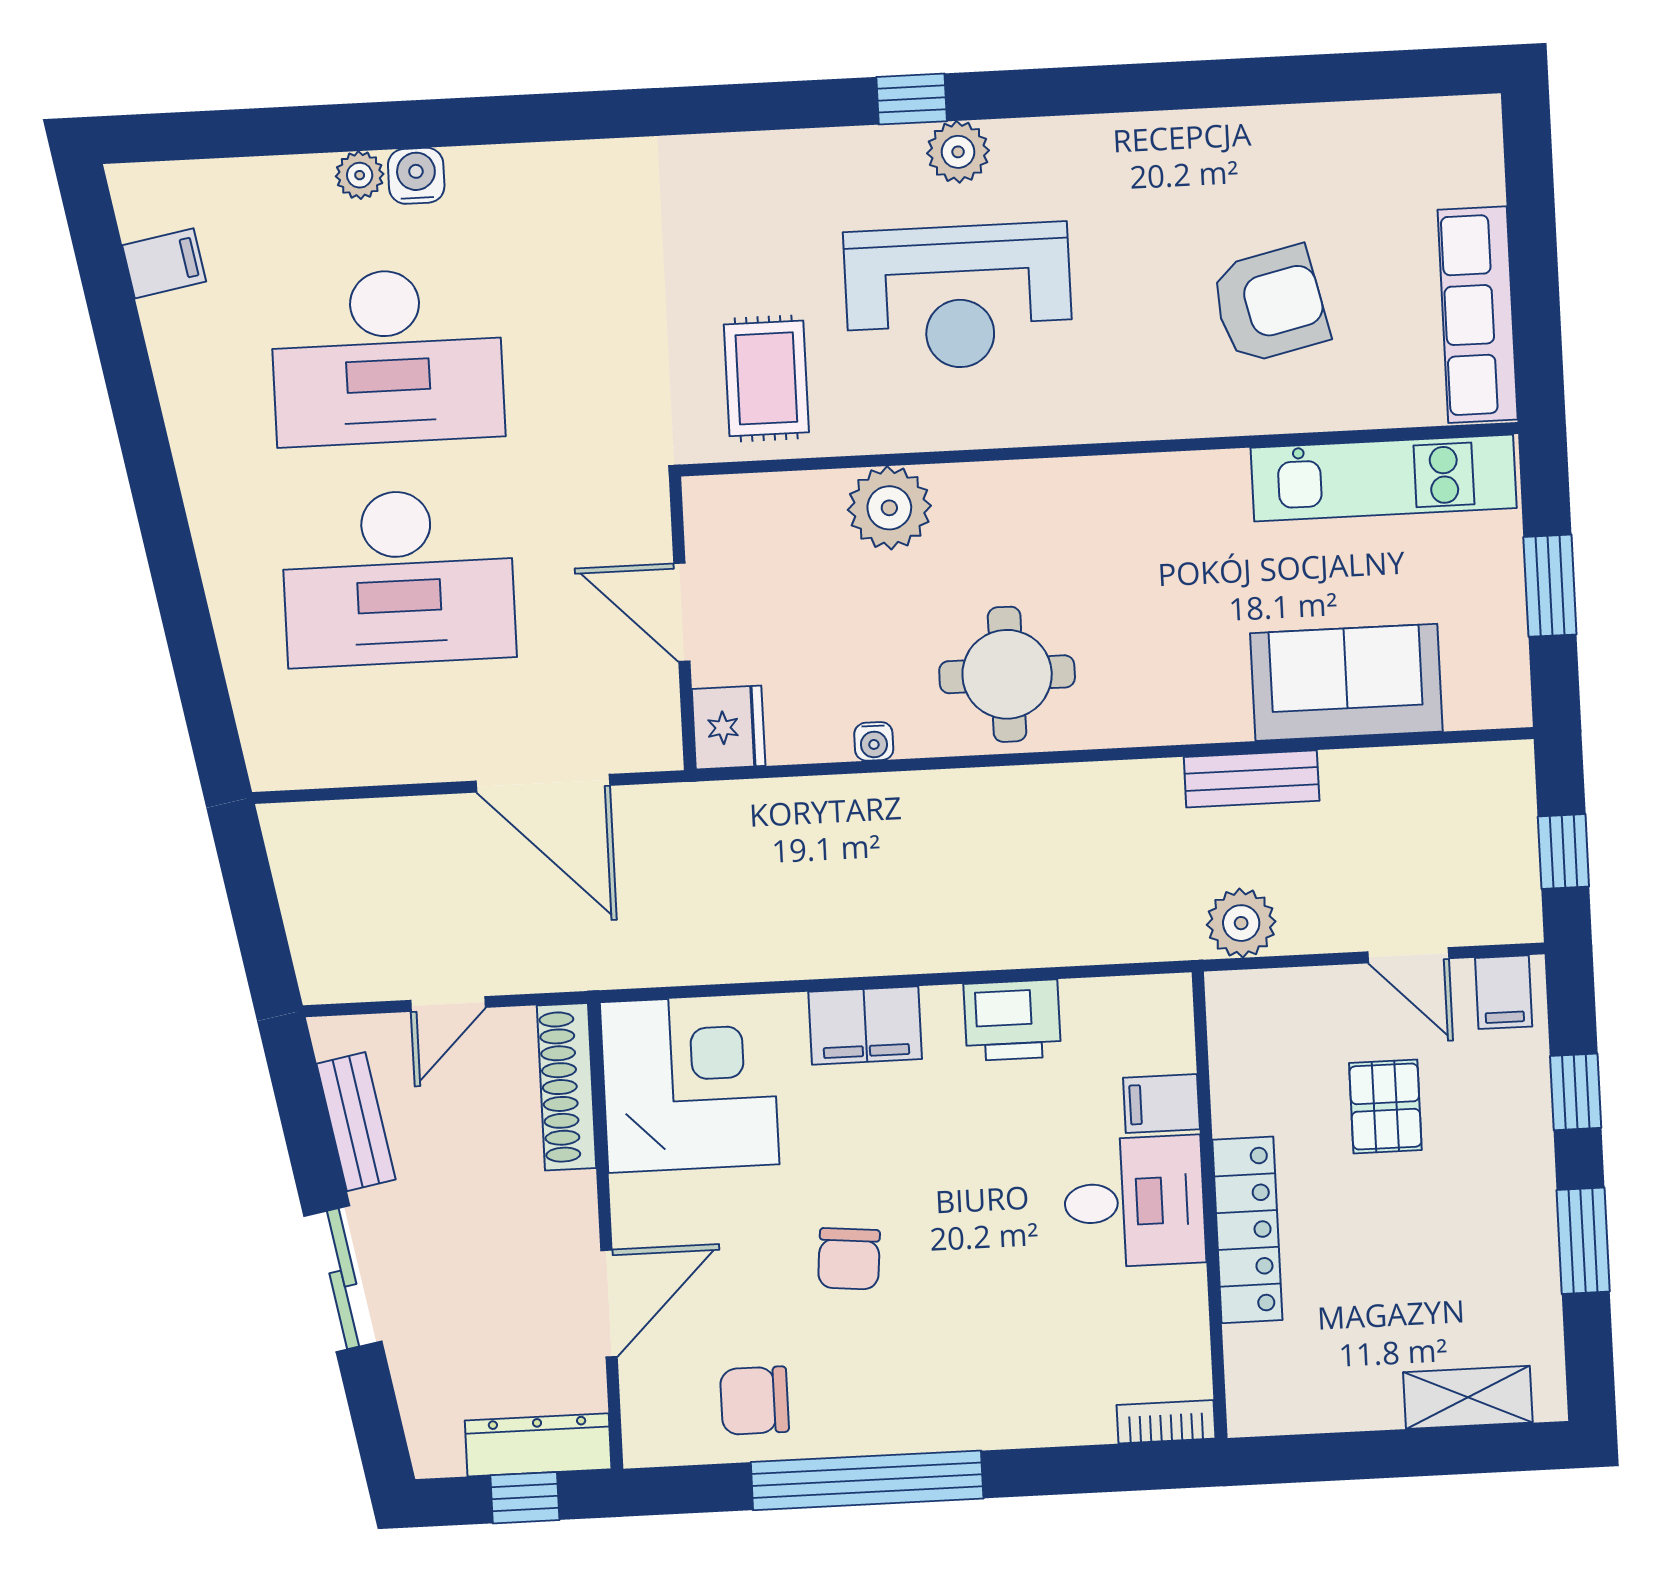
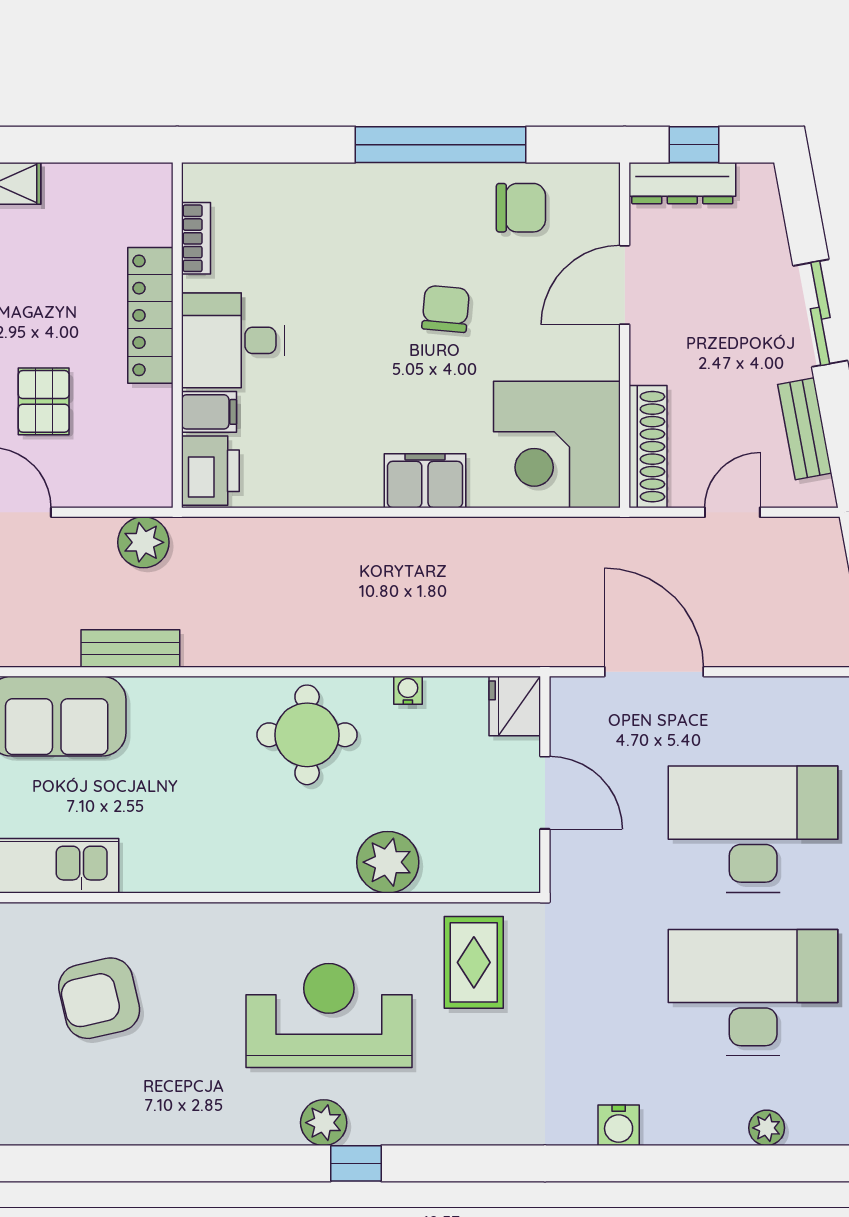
water cooler: (416, 176) -> (619, 1125), moved
printer: (1012, 1020) -> (210, 471), moved, turned 90
bookcase: (1166, 1422) -> (196, 238), moved, turned -90

